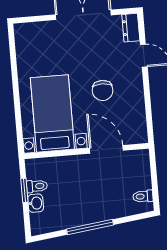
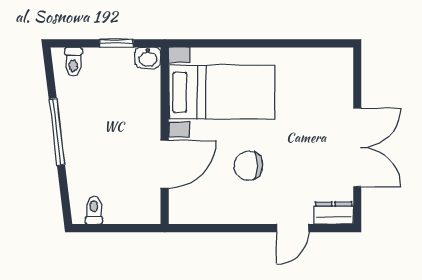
toilet: (37, 186) -> (73, 62), moved
washbasin: (36, 203) -> (148, 58), moved

